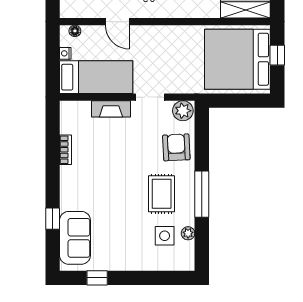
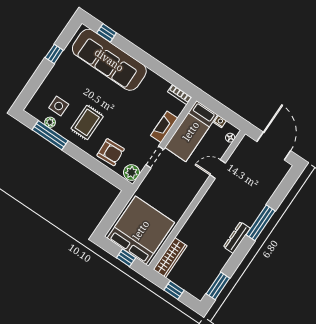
bookcase: (66, 150) -> (180, 95), moved
rug: (162, 194) -> (87, 122), turned 90
window: (202, 194) -> (50, 135), moved
window: (53, 219) -> (107, 33), moved
sofa: (75, 238) -> (109, 60), width x1.85, depth x1.27
window: (97, 278) -> (54, 54), moved

